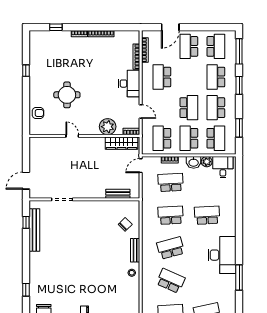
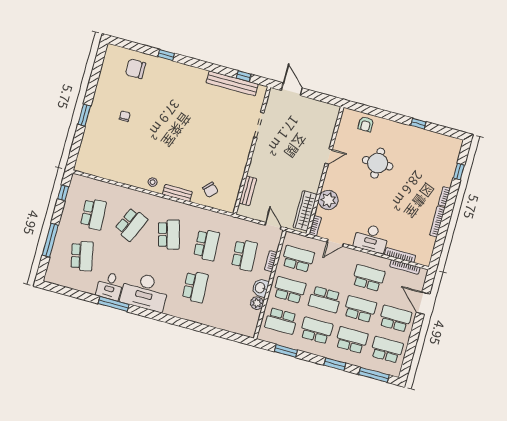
school desk: (216, 46) -> (387, 350), turned 180
school desk: (189, 77) -> (360, 309), added
desk: (223, 167) -> (110, 286), moved, turned 90

